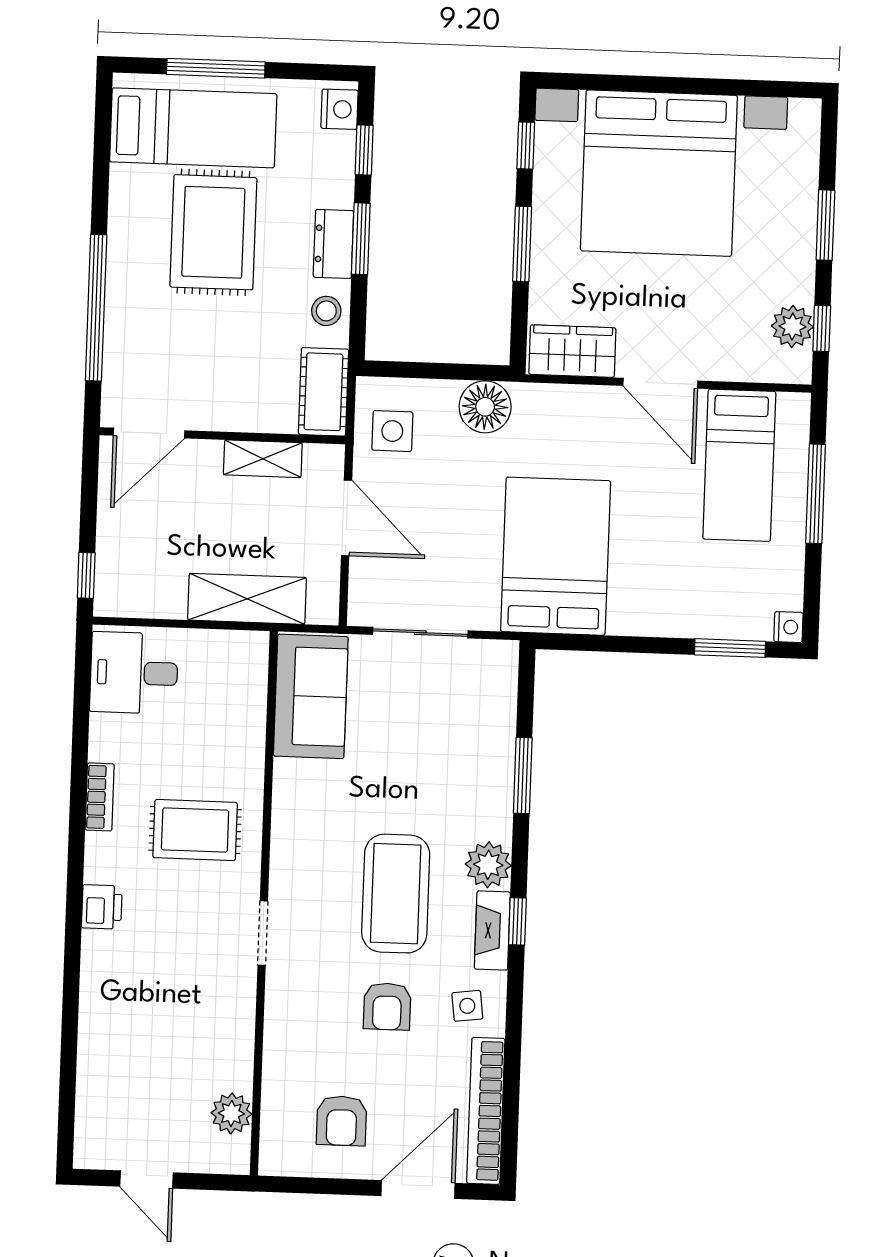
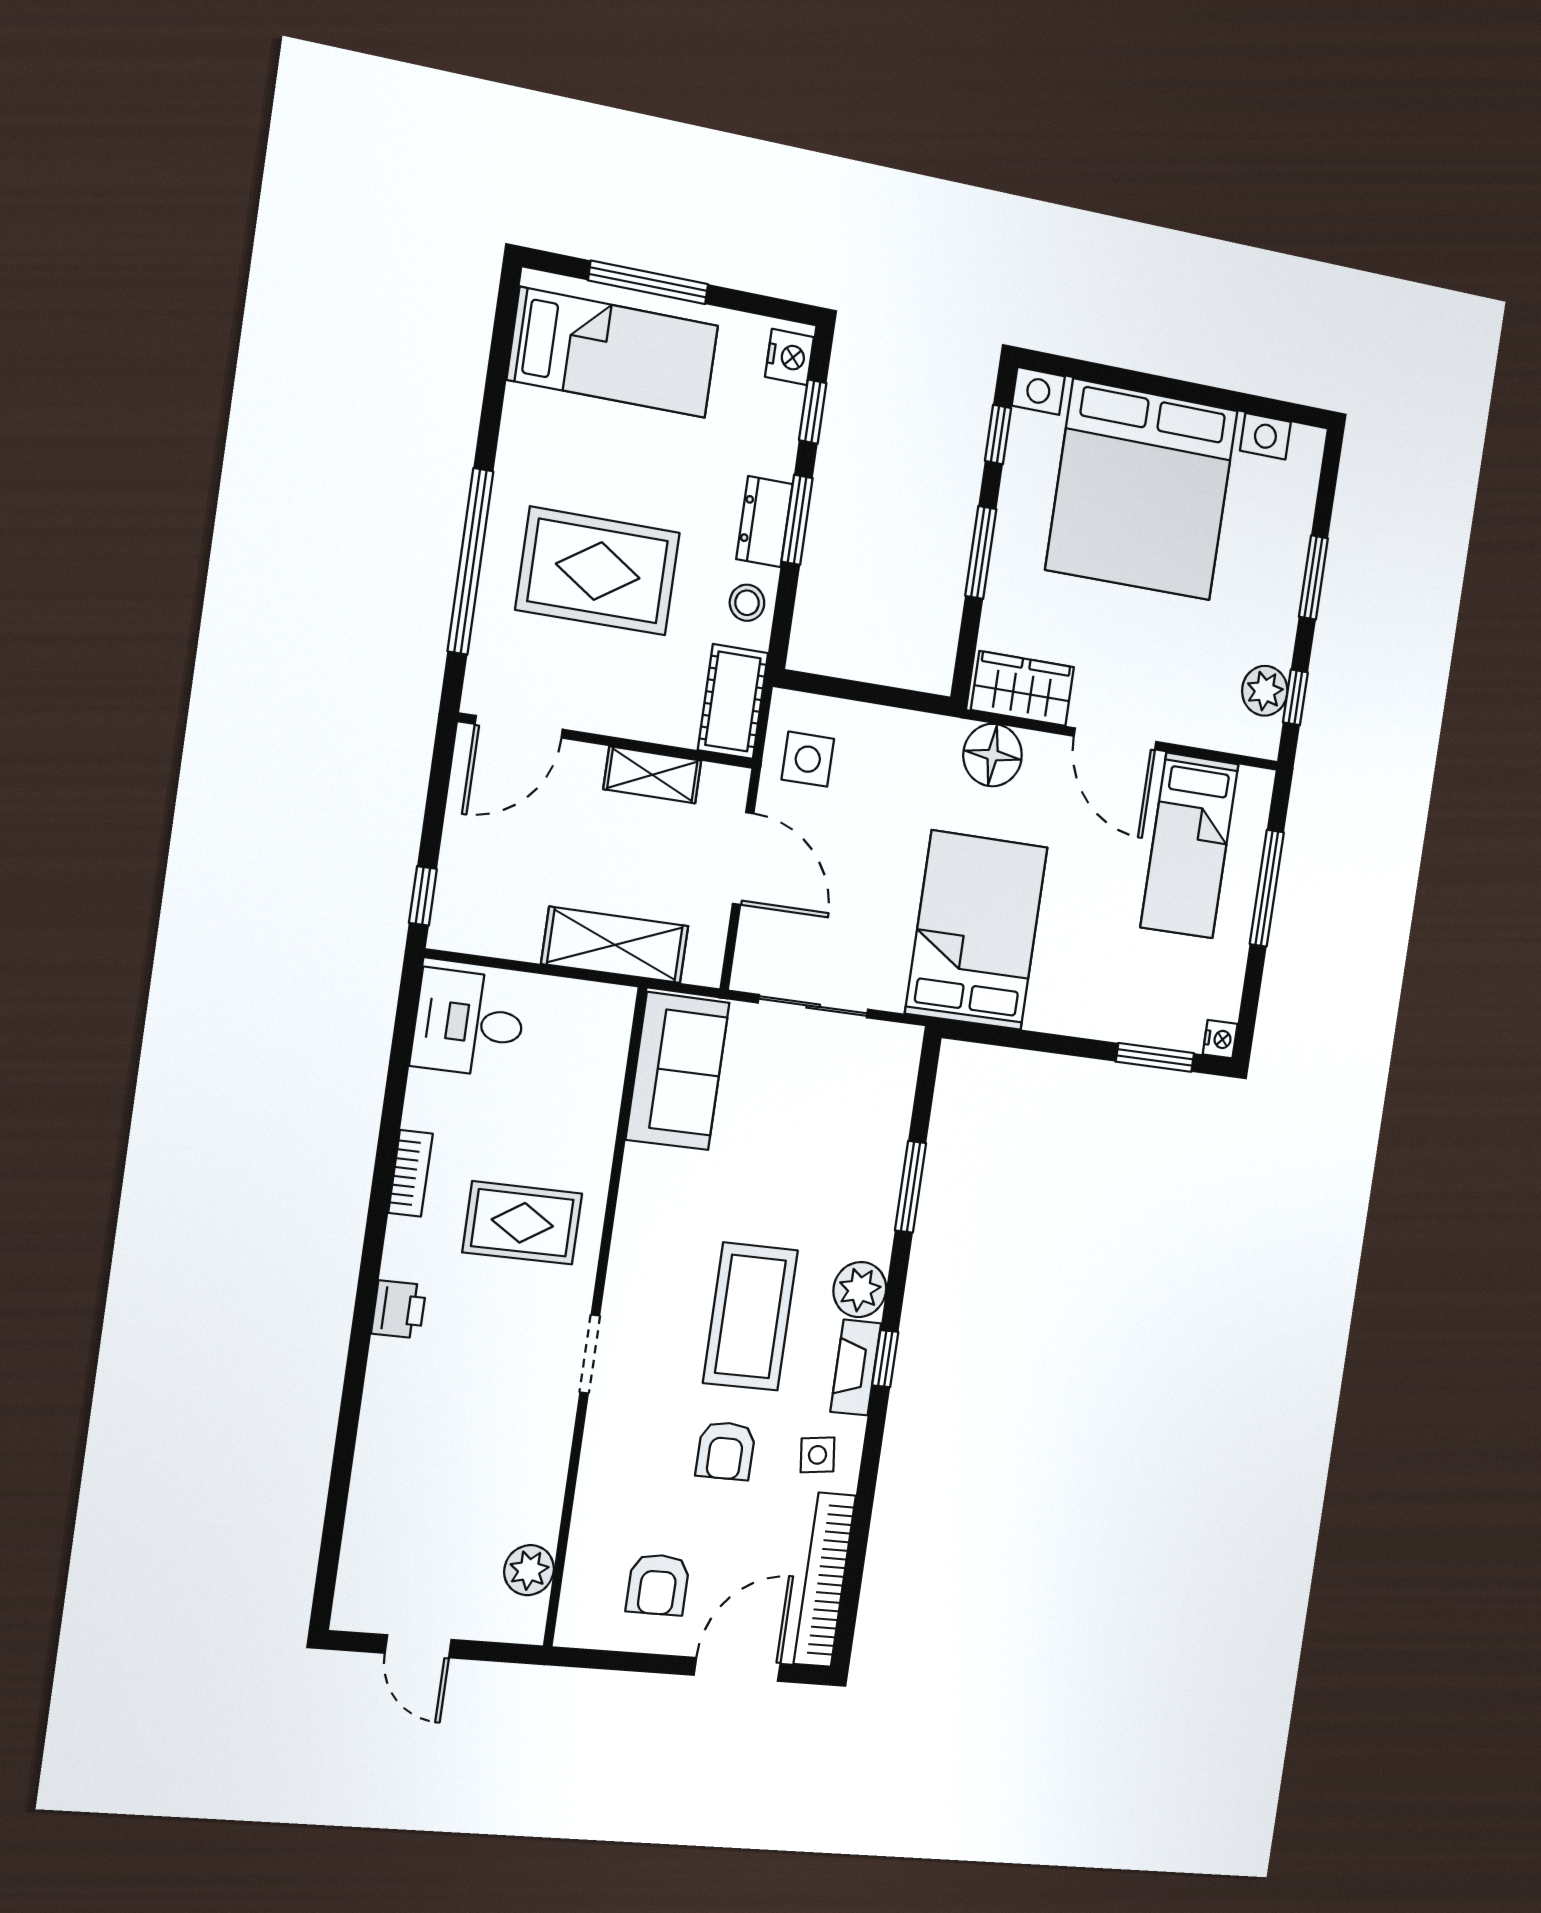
rug: (213, 232) -> (598, 571), moved, turned 90
floor lamp: (485, 407) -> (993, 755), moved

